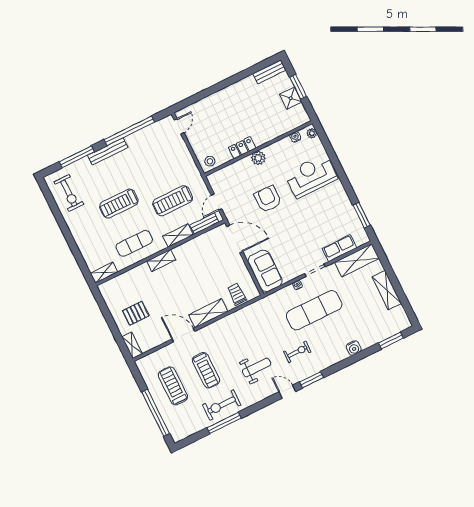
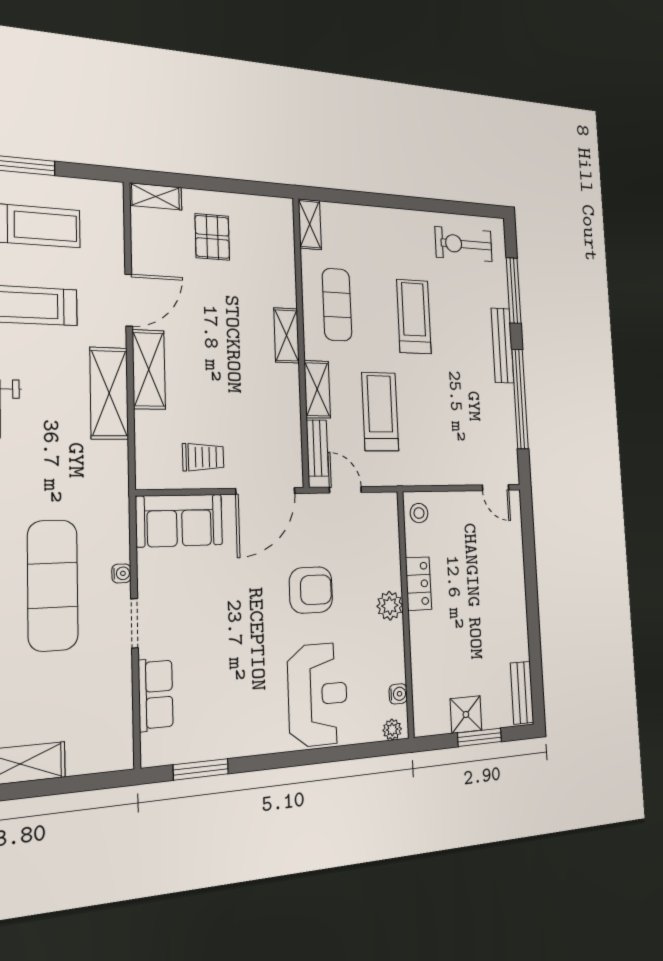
shelving: (357, 260) -> (109, 393), moved
trolley: (237, 294) -> (203, 457), moved

